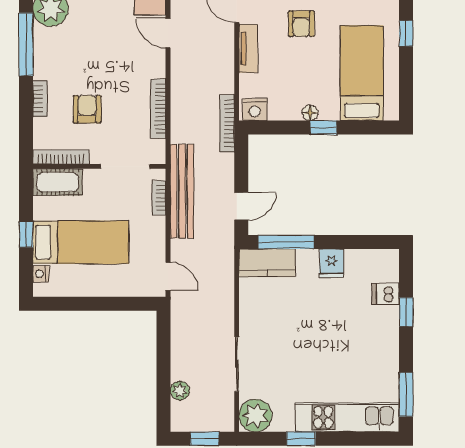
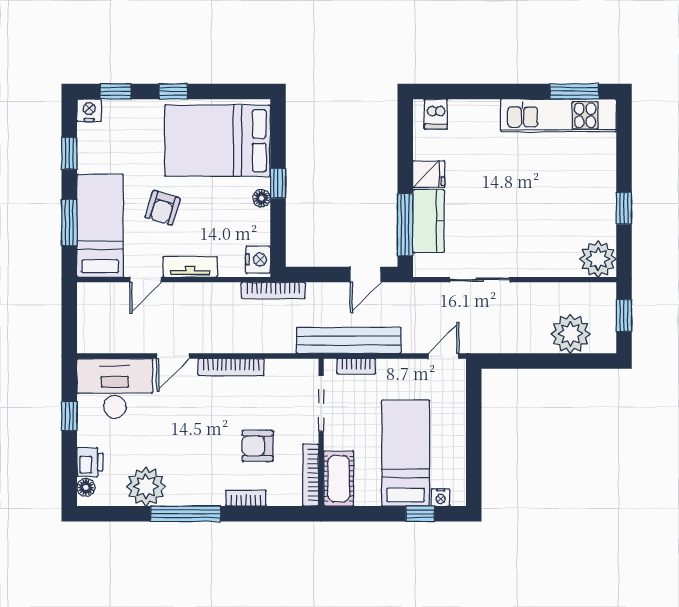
armchair: (301, 24) -> (163, 208), turned 107
bed: (362, 73) -> (217, 141), width x1.50
bookcase: (158, 109) -> (231, 367), moved
door: (241, 206) -> (365, 275), swing flipped
window: (26, 234) -> (420, 514), moved
kitchen counter: (267, 263) -> (428, 221), moved
dishwasher: (386, 294) -> (436, 114), moved
window: (406, 312) -> (483, 91), removed
sliding door: (237, 364) -> (480, 280), moved
plant: (180, 391) -> (571, 334), width x1.87, depth x1.87
kitchen unit: (347, 417) -> (558, 115), moved, turned -90

